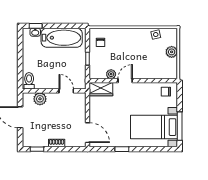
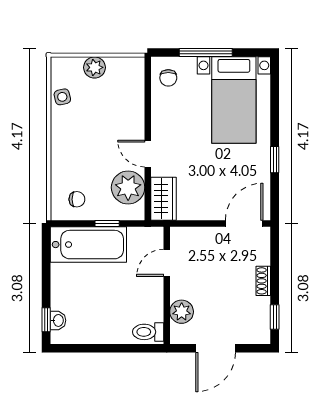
bathtub: (62, 38) -> (88, 245), moved, turned 90
plant: (111, 74) -> (128, 187), width x1.88, depth x1.88
window: (180, 126) -> (206, 53), moved

